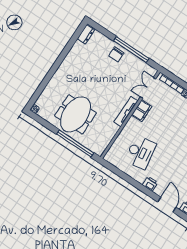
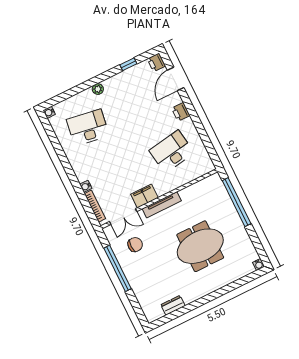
dresser: (86, 34) -> (173, 305), moved
chair: (116, 54) -> (135, 245), moved
meeting table: (75, 114) -> (200, 246), moved

